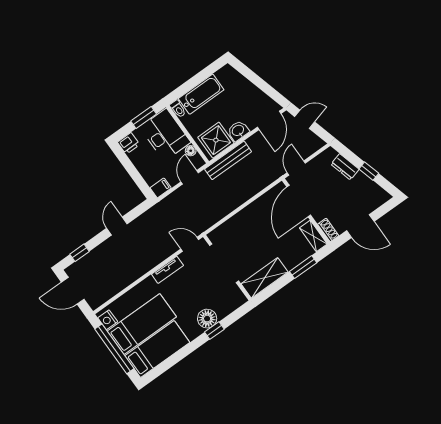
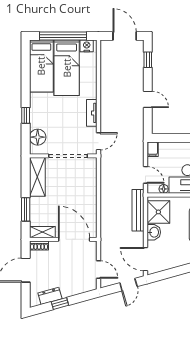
dresser: (345, 167) -> (50, 296), moved
door: (296, 168) -> (98, 270), moved
door: (73, 291) -> (125, 36), hinge flipped
floor lamp: (207, 319) -> (38, 137), moved

